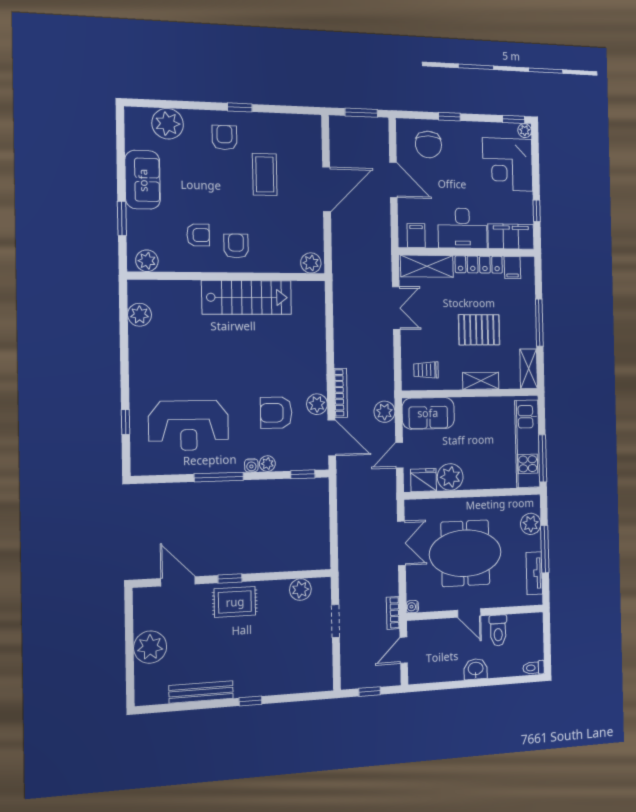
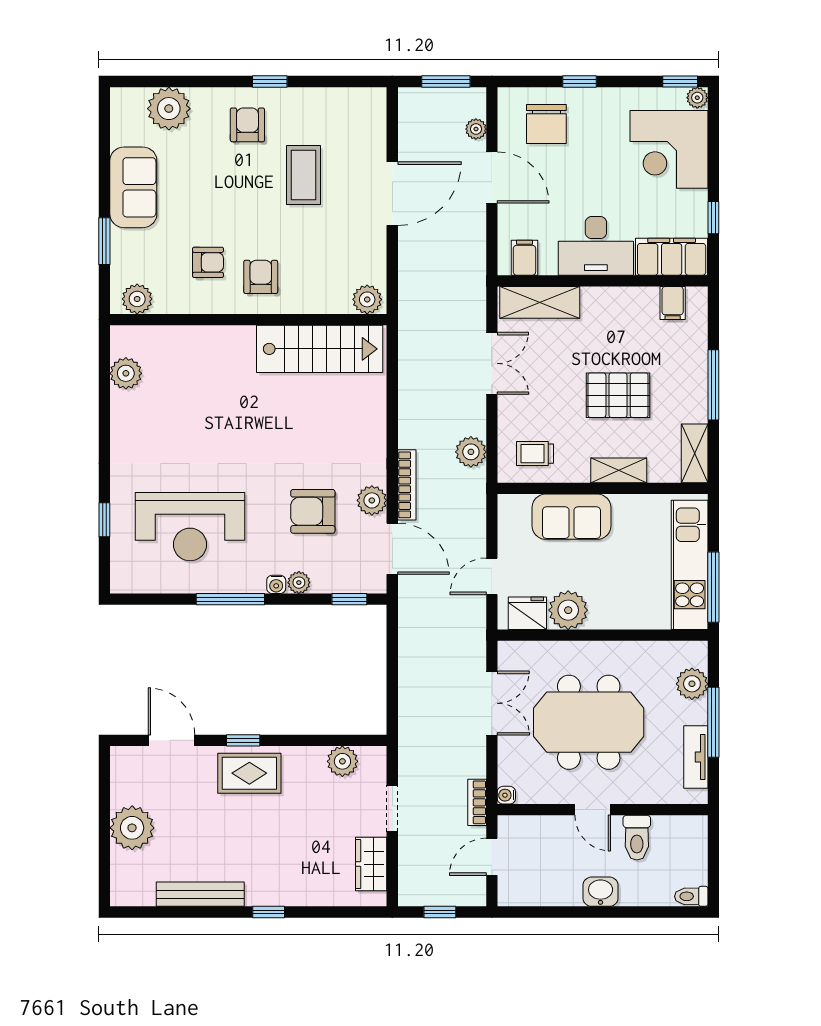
plant: (382, 146) -> (476, 129), added
locker: (479, 265) -> (620, 299), removed
stairs: (247, 297) -> (320, 349), moved
plant: (384, 412) -> (471, 452), moved
sofa: (428, 413) -> (571, 517), moved
wardrobe: (322, 661) -> (371, 864), added

